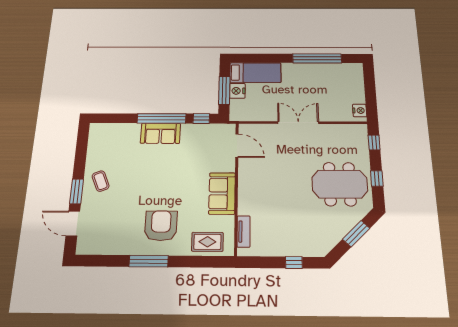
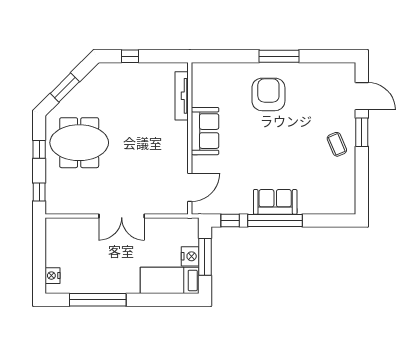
nightstand: (360, 111) -> (53, 276), moved
door: (237, 146) -> (190, 187), swing flipped
armchair: (161, 226) -> (268, 94), turned 180
tv unit: (244, 231) -> (182, 96), width x1.41
rug: (207, 242) -> (219, 77), removed

